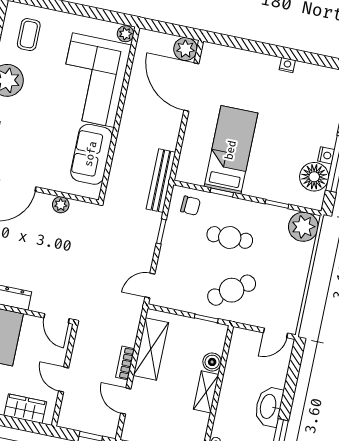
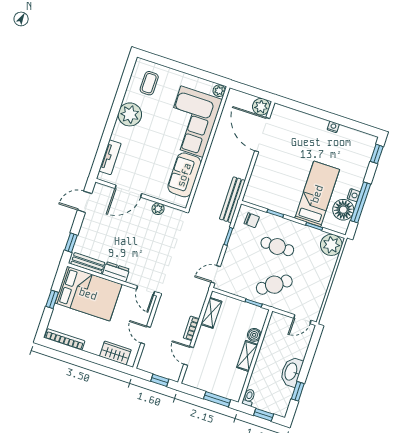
bed: (231, 150) -> (317, 194), moved
shelving: (151, 349) -> (211, 313), width x0.67, depth x0.75

